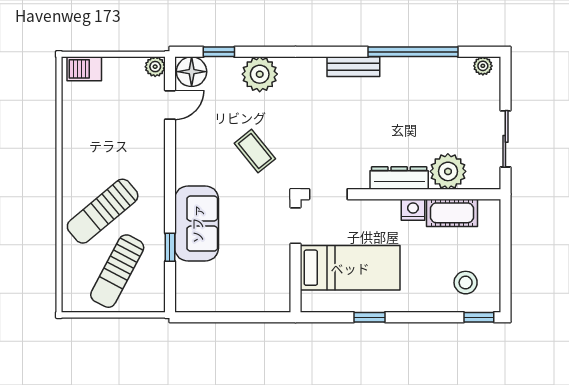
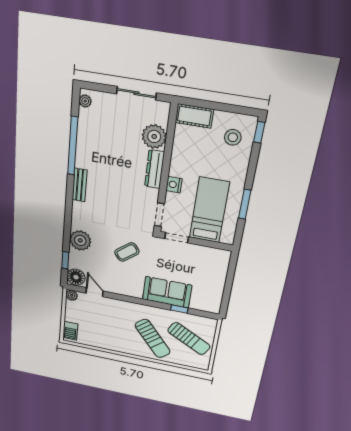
nightstand: (413, 210) -> (174, 185), moved
cot: (452, 213) -> (194, 116), moved, turned 90
window: (369, 317) -> (245, 204), width x1.50

